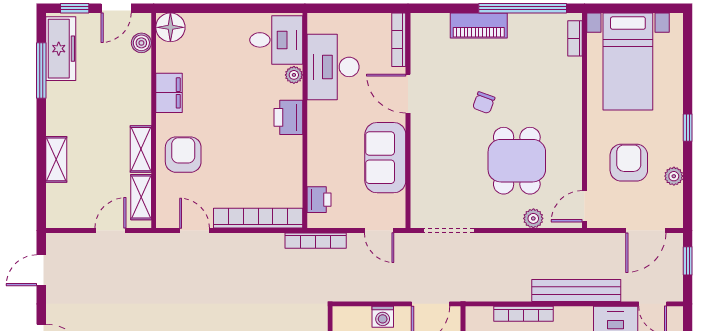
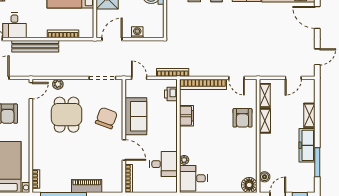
freezer: (61, 49) -> (307, 145), moved
desk: (333, 67) -> (163, 164), width x0.73
filing cabinet: (169, 93) -> (186, 116), moved, turned 180
chair: (484, 103) -> (106, 118), moved, width x1.87, depth x1.87
printer: (288, 117) -> (187, 138), removed
door: (110, 231) -> (293, 78), moved

